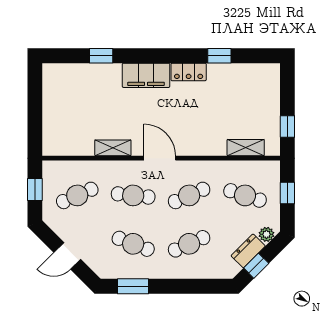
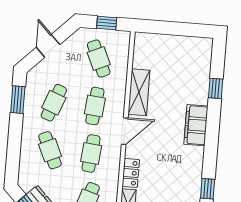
locker: (189, 72) -> (131, 173), moved, turned 180
shelving: (113, 148) -> (139, 92), width x1.50, depth x1.33
cafe table: (189, 195) -> (91, 153), turned 30

